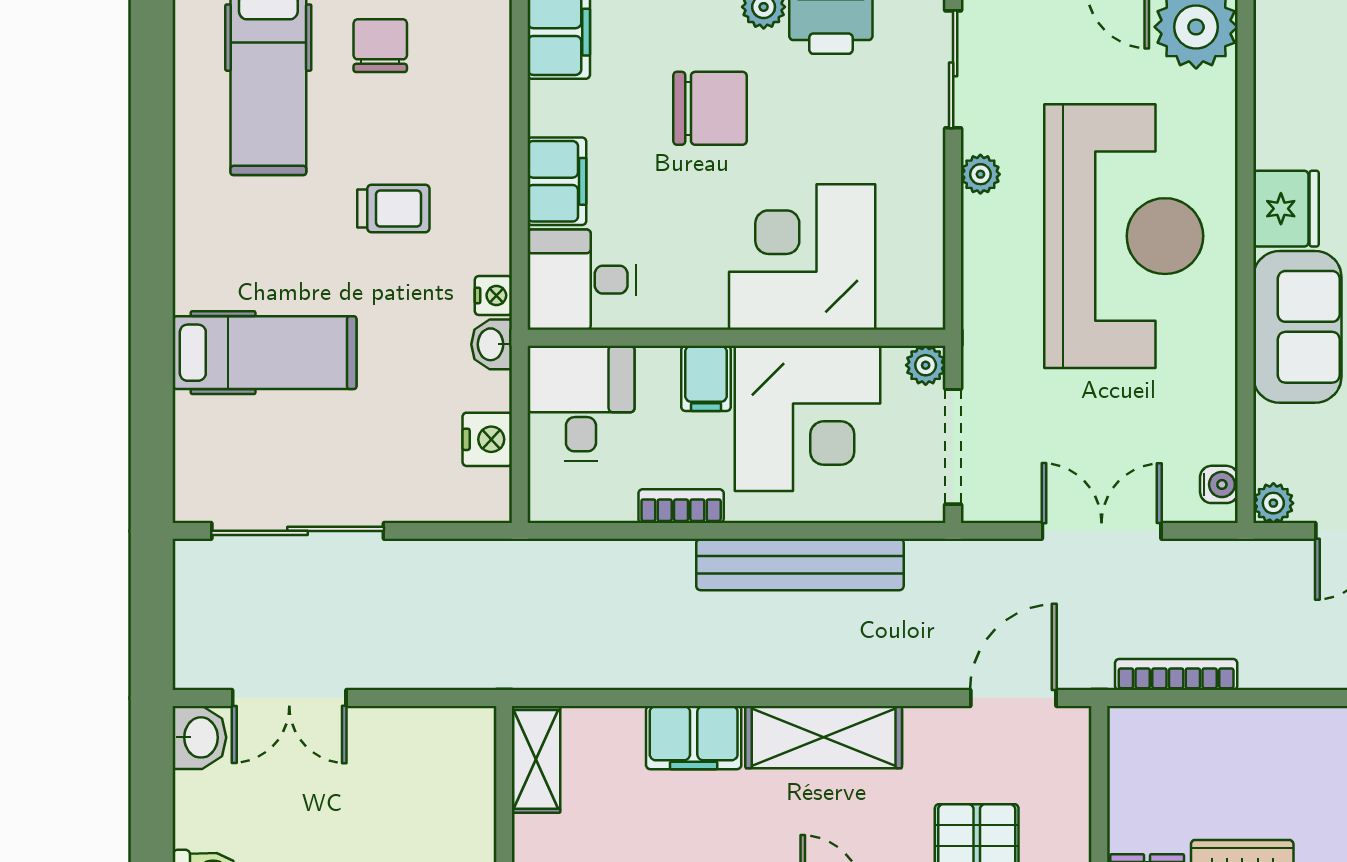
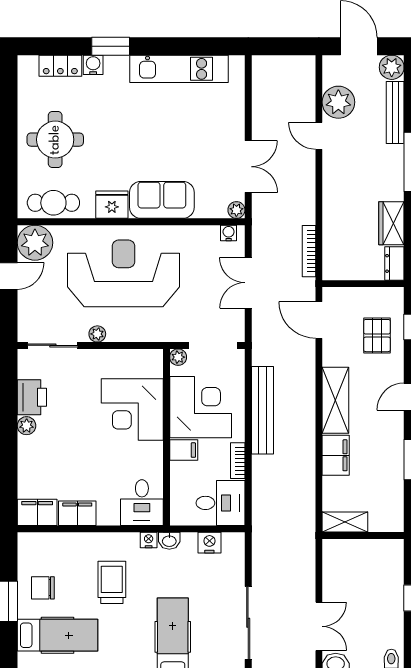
cafe table: (1290, 71) -> (53, 203), added
chair: (710, 108) -> (69, 448), removed
filing cabinet: (557, 181) -> (77, 513), moved
trolley: (393, 208) -> (112, 582), width x1.36, depth x1.39
desk: (581, 403) -> (221, 503), moved, turned 180

